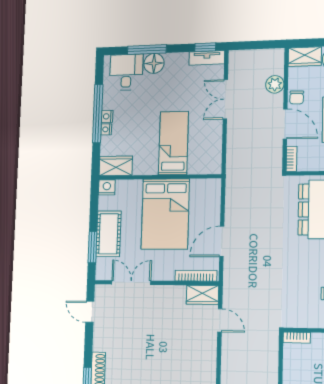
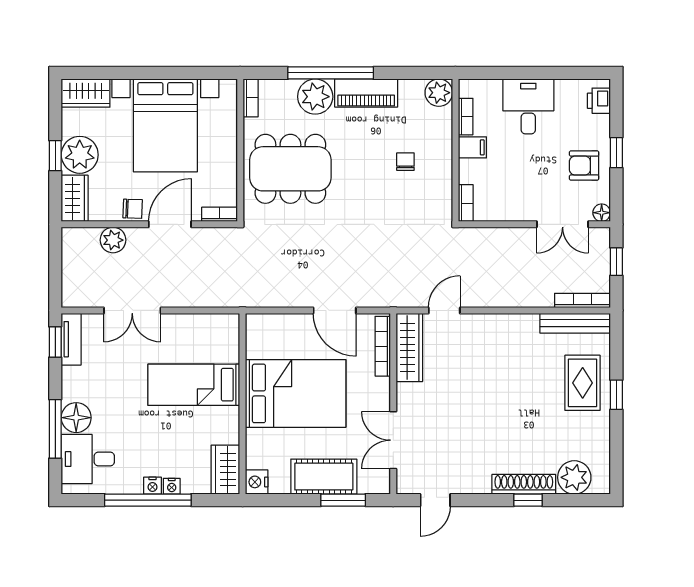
wardrobe: (202, 295) -> (409, 348), width x1.50

